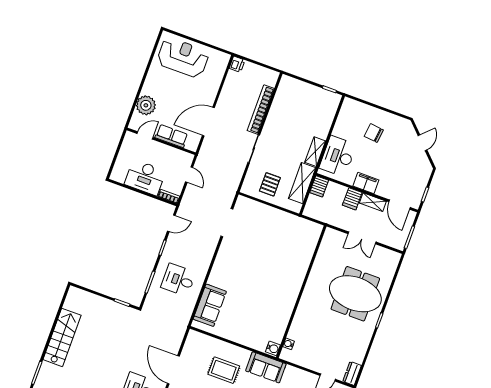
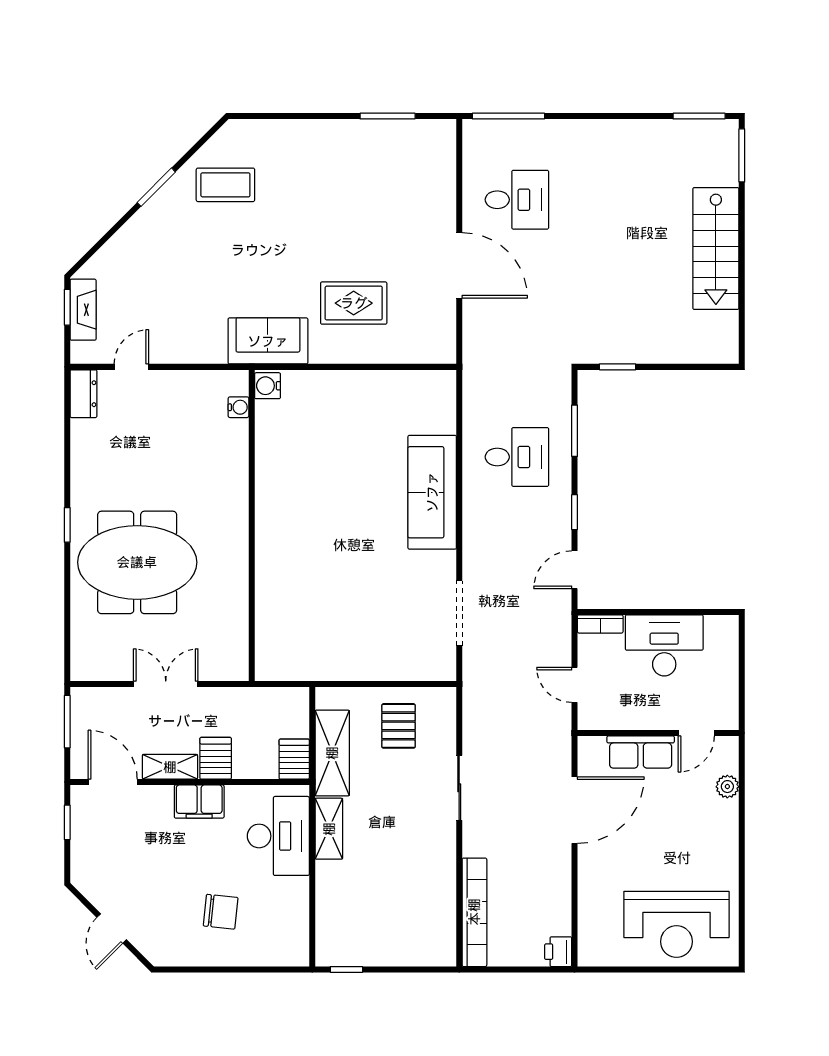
plant: (146, 105) -> (727, 787), width x0.53, depth x0.53
bookcase: (261, 109) -> (474, 912), moved
sofa: (210, 305) -> (432, 492), moved, width x1.36

